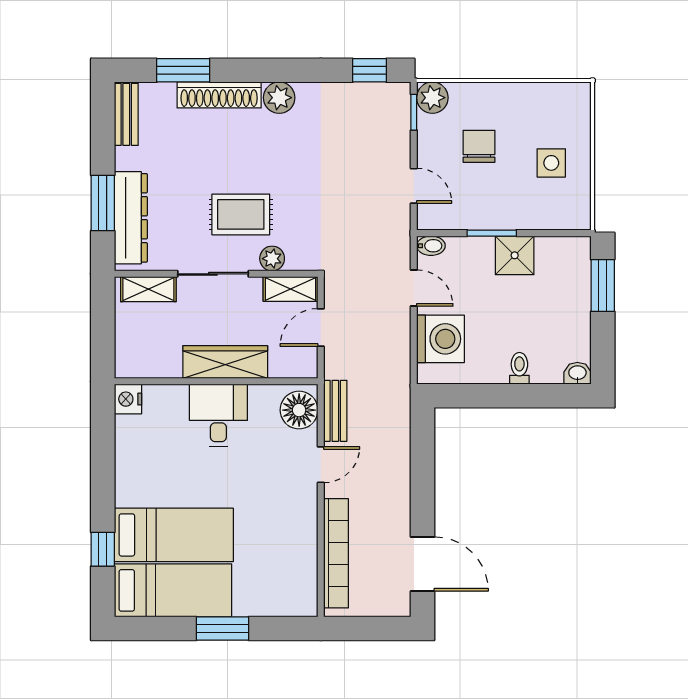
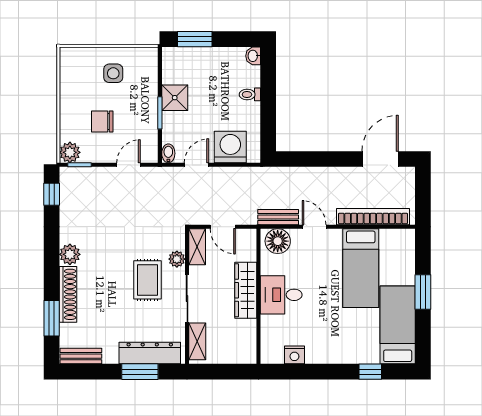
nightstand: (128, 399) -> (294, 355), moved
bed: (174, 535) -> (361, 268), moved, turned 180

